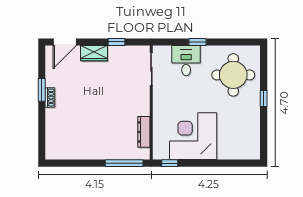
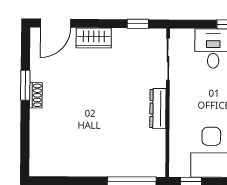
window: (117, 42) -> (138, 24), moved
dresser: (144, 132) -> (158, 109), moved

